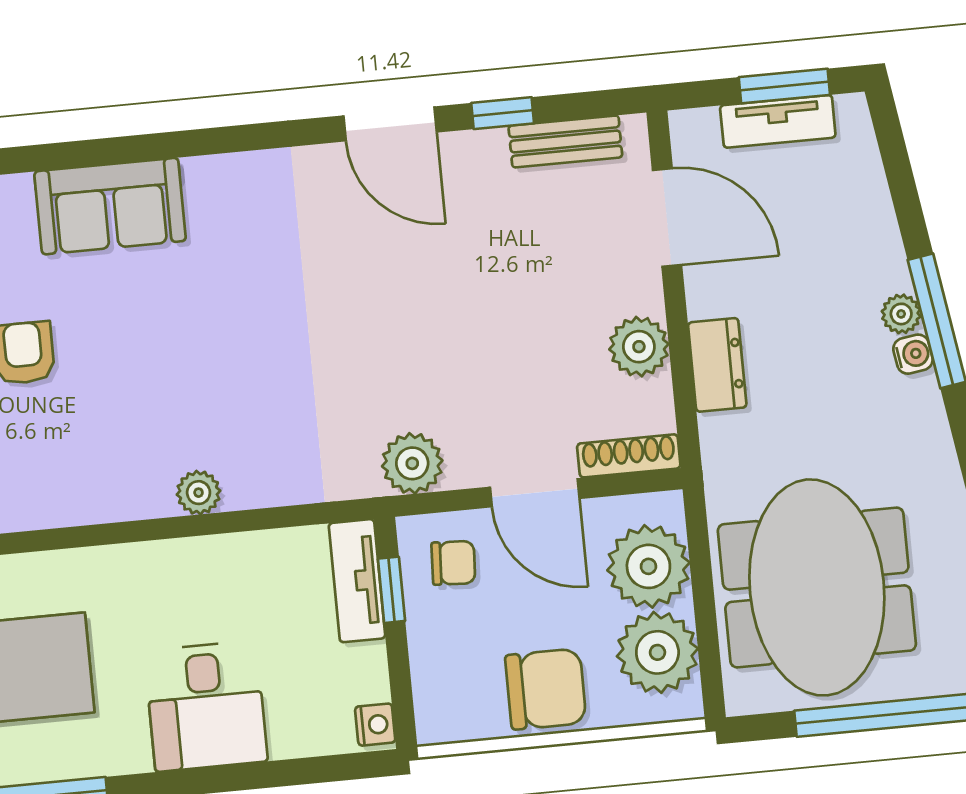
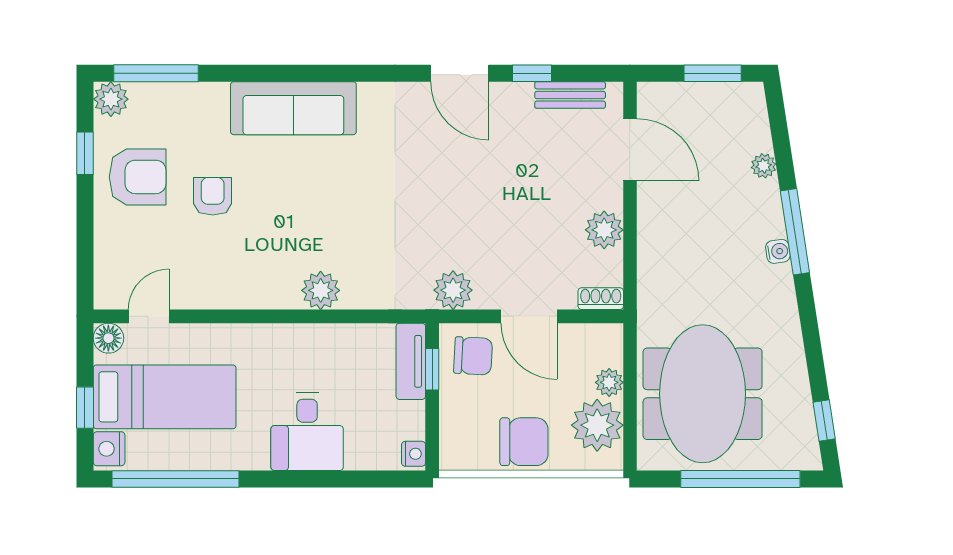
tv unit: (778, 121) -> (706, 95), removed
sofa: (110, 206) -> (293, 108), width x1.36
plant: (901, 314) -> (764, 166), moved
dresser: (717, 365) -> (653, 246), removed
shoe rack: (629, 456) -> (601, 299), width x0.70
plant: (199, 493) -> (321, 290), width x1.38, depth x1.38
chair: (453, 563) -> (473, 356), width x1.37, depth x1.37
plant: (648, 566) -> (609, 382), width x0.53, depth x0.53

